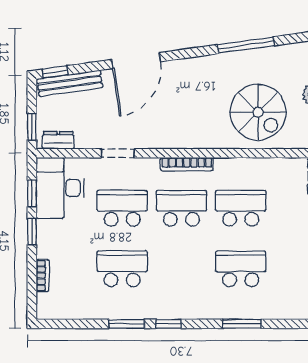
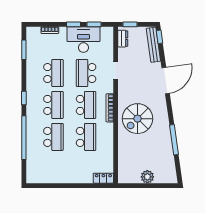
door: (136, 61) -> (166, 80), swing flipped
spiral stairs: (258, 112) -> (138, 119), moved
desk: (60, 188) -> (83, 40), moved
school desk: (122, 208) -> (86, 73), turned 180
school desk: (181, 269) -> (53, 105), added
window: (127, 324) -> (24, 50), moved
window: (242, 324) -> (24, 138), width x2.11

